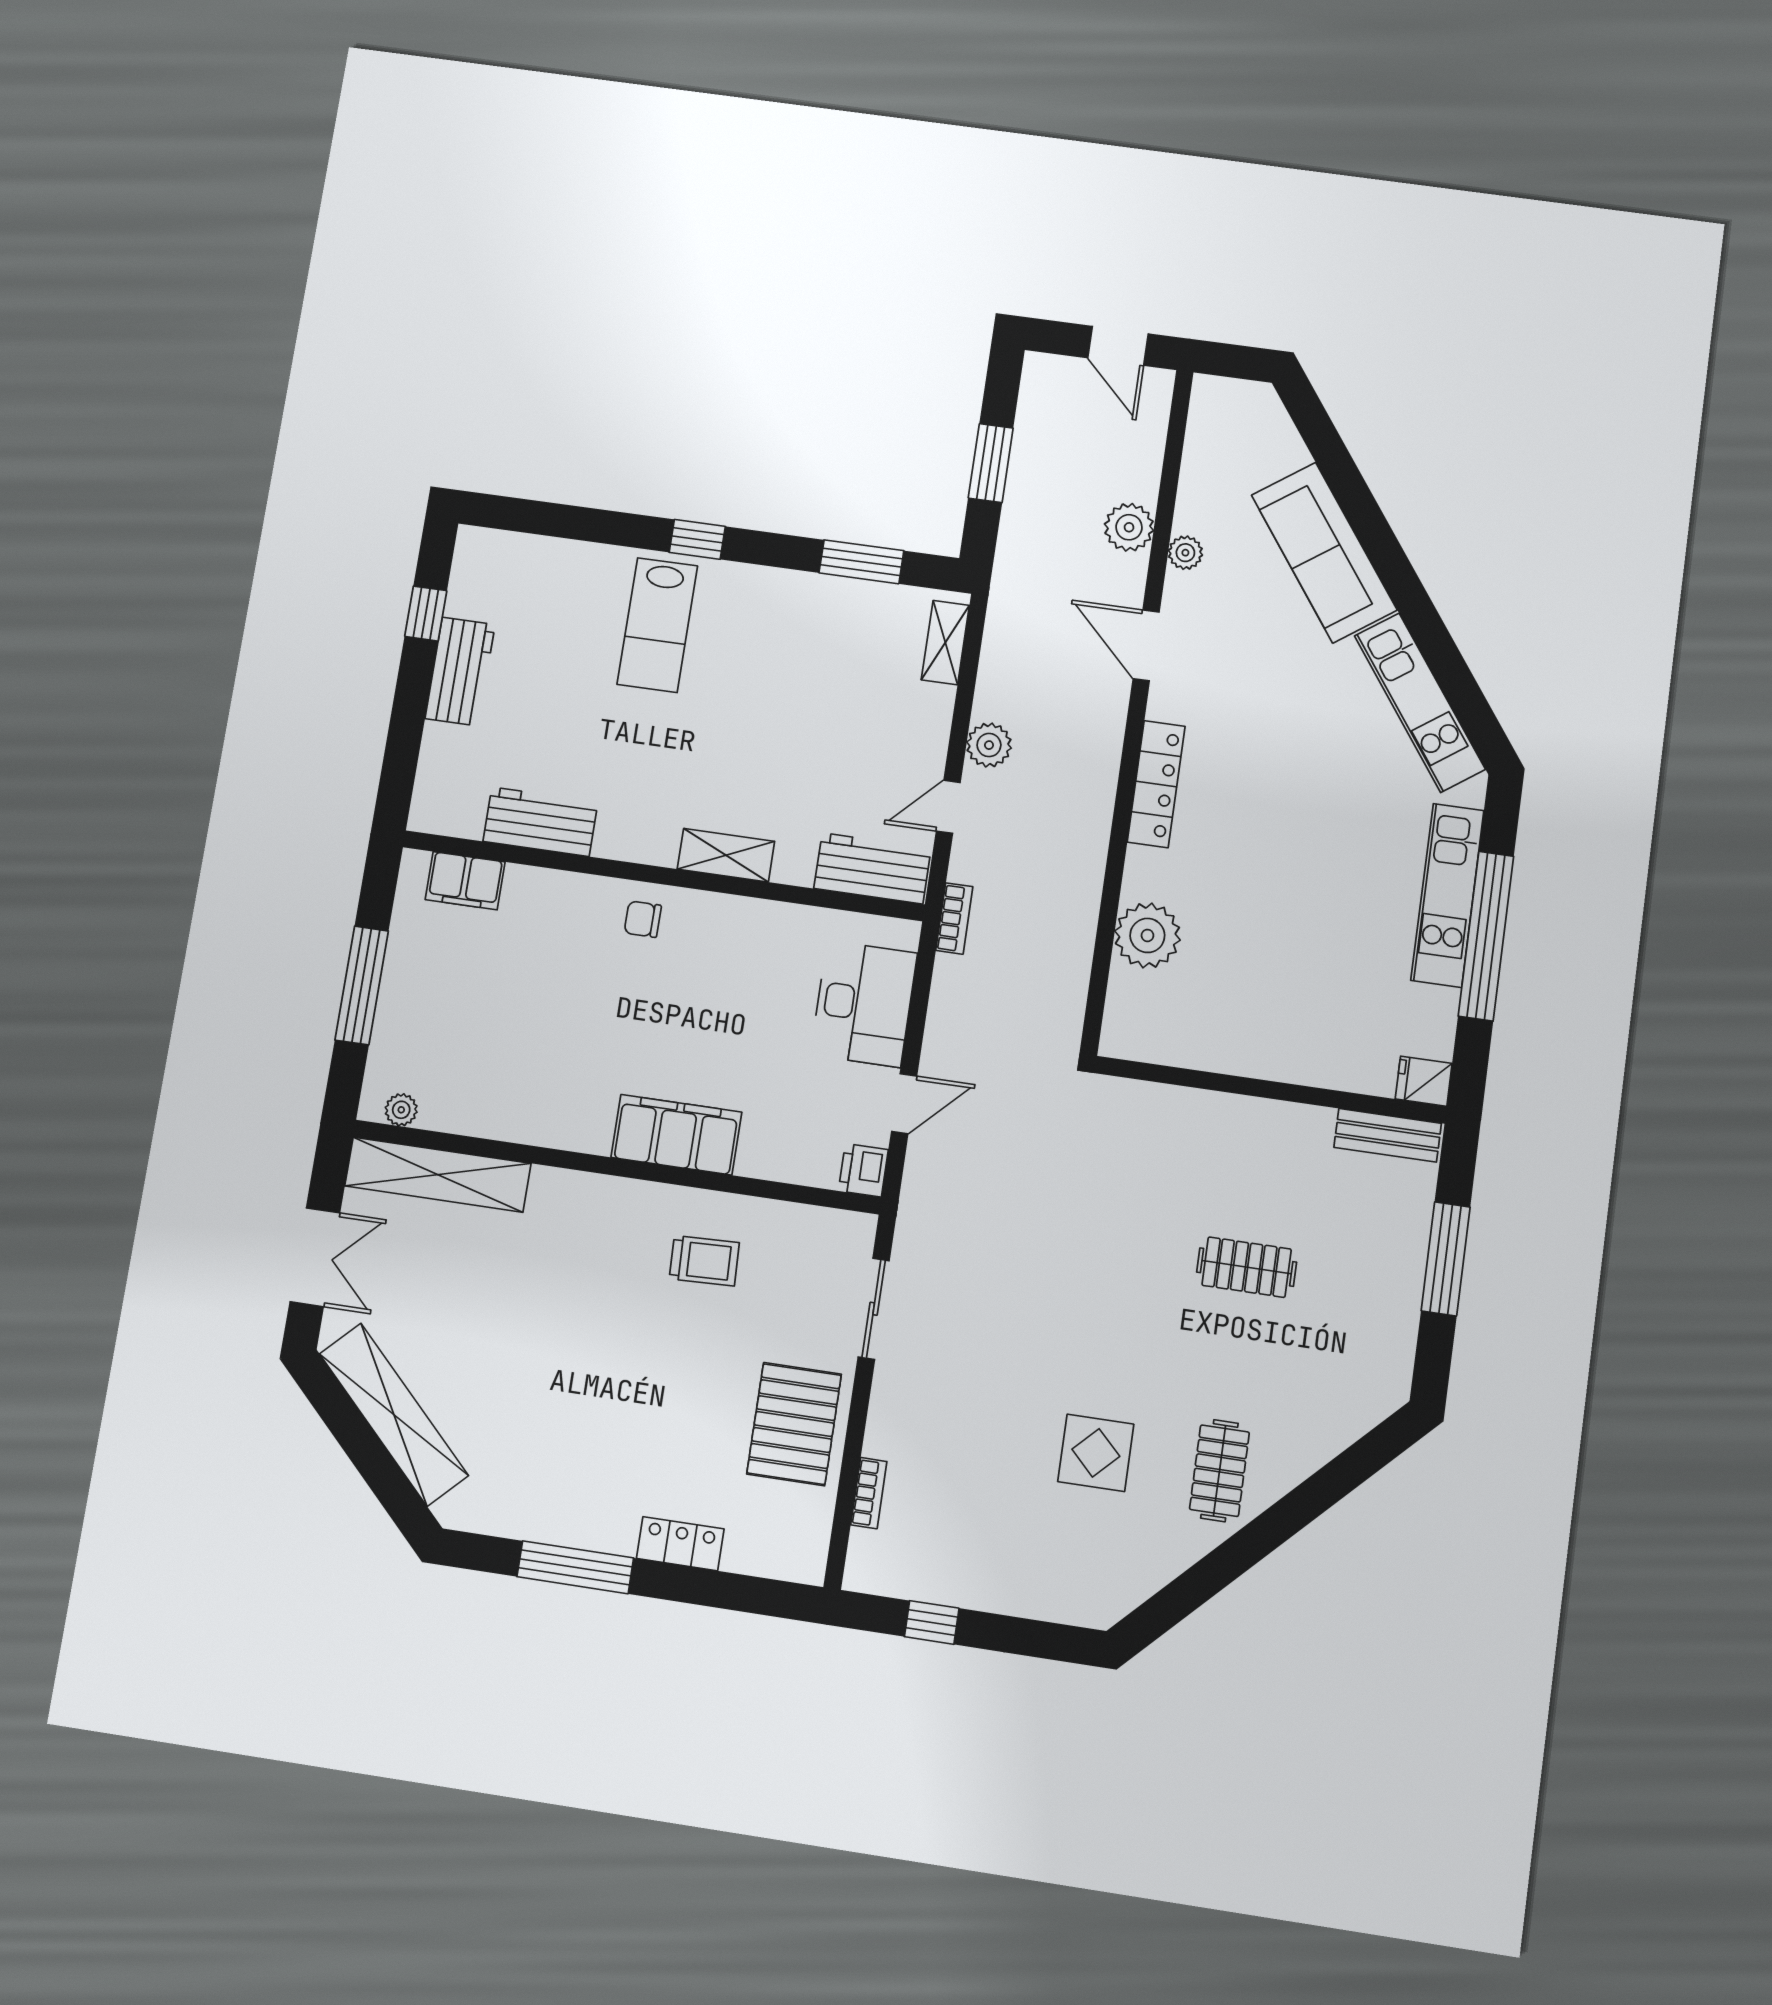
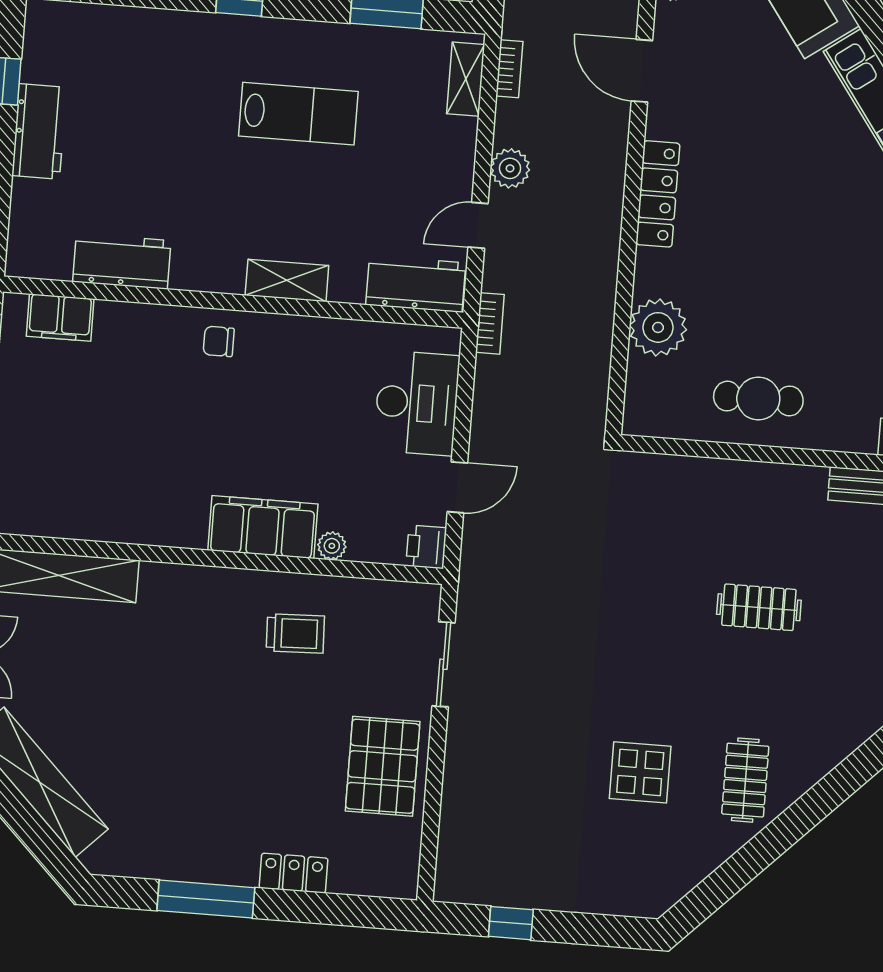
lab bench: (657, 625) -> (298, 114), moved, turned -90
cafe table: (1259, 1024) -> (758, 399), added
plant: (401, 1110) -> (332, 546), moved
bookcase: (869, 1493) -> (509, 69), moved

